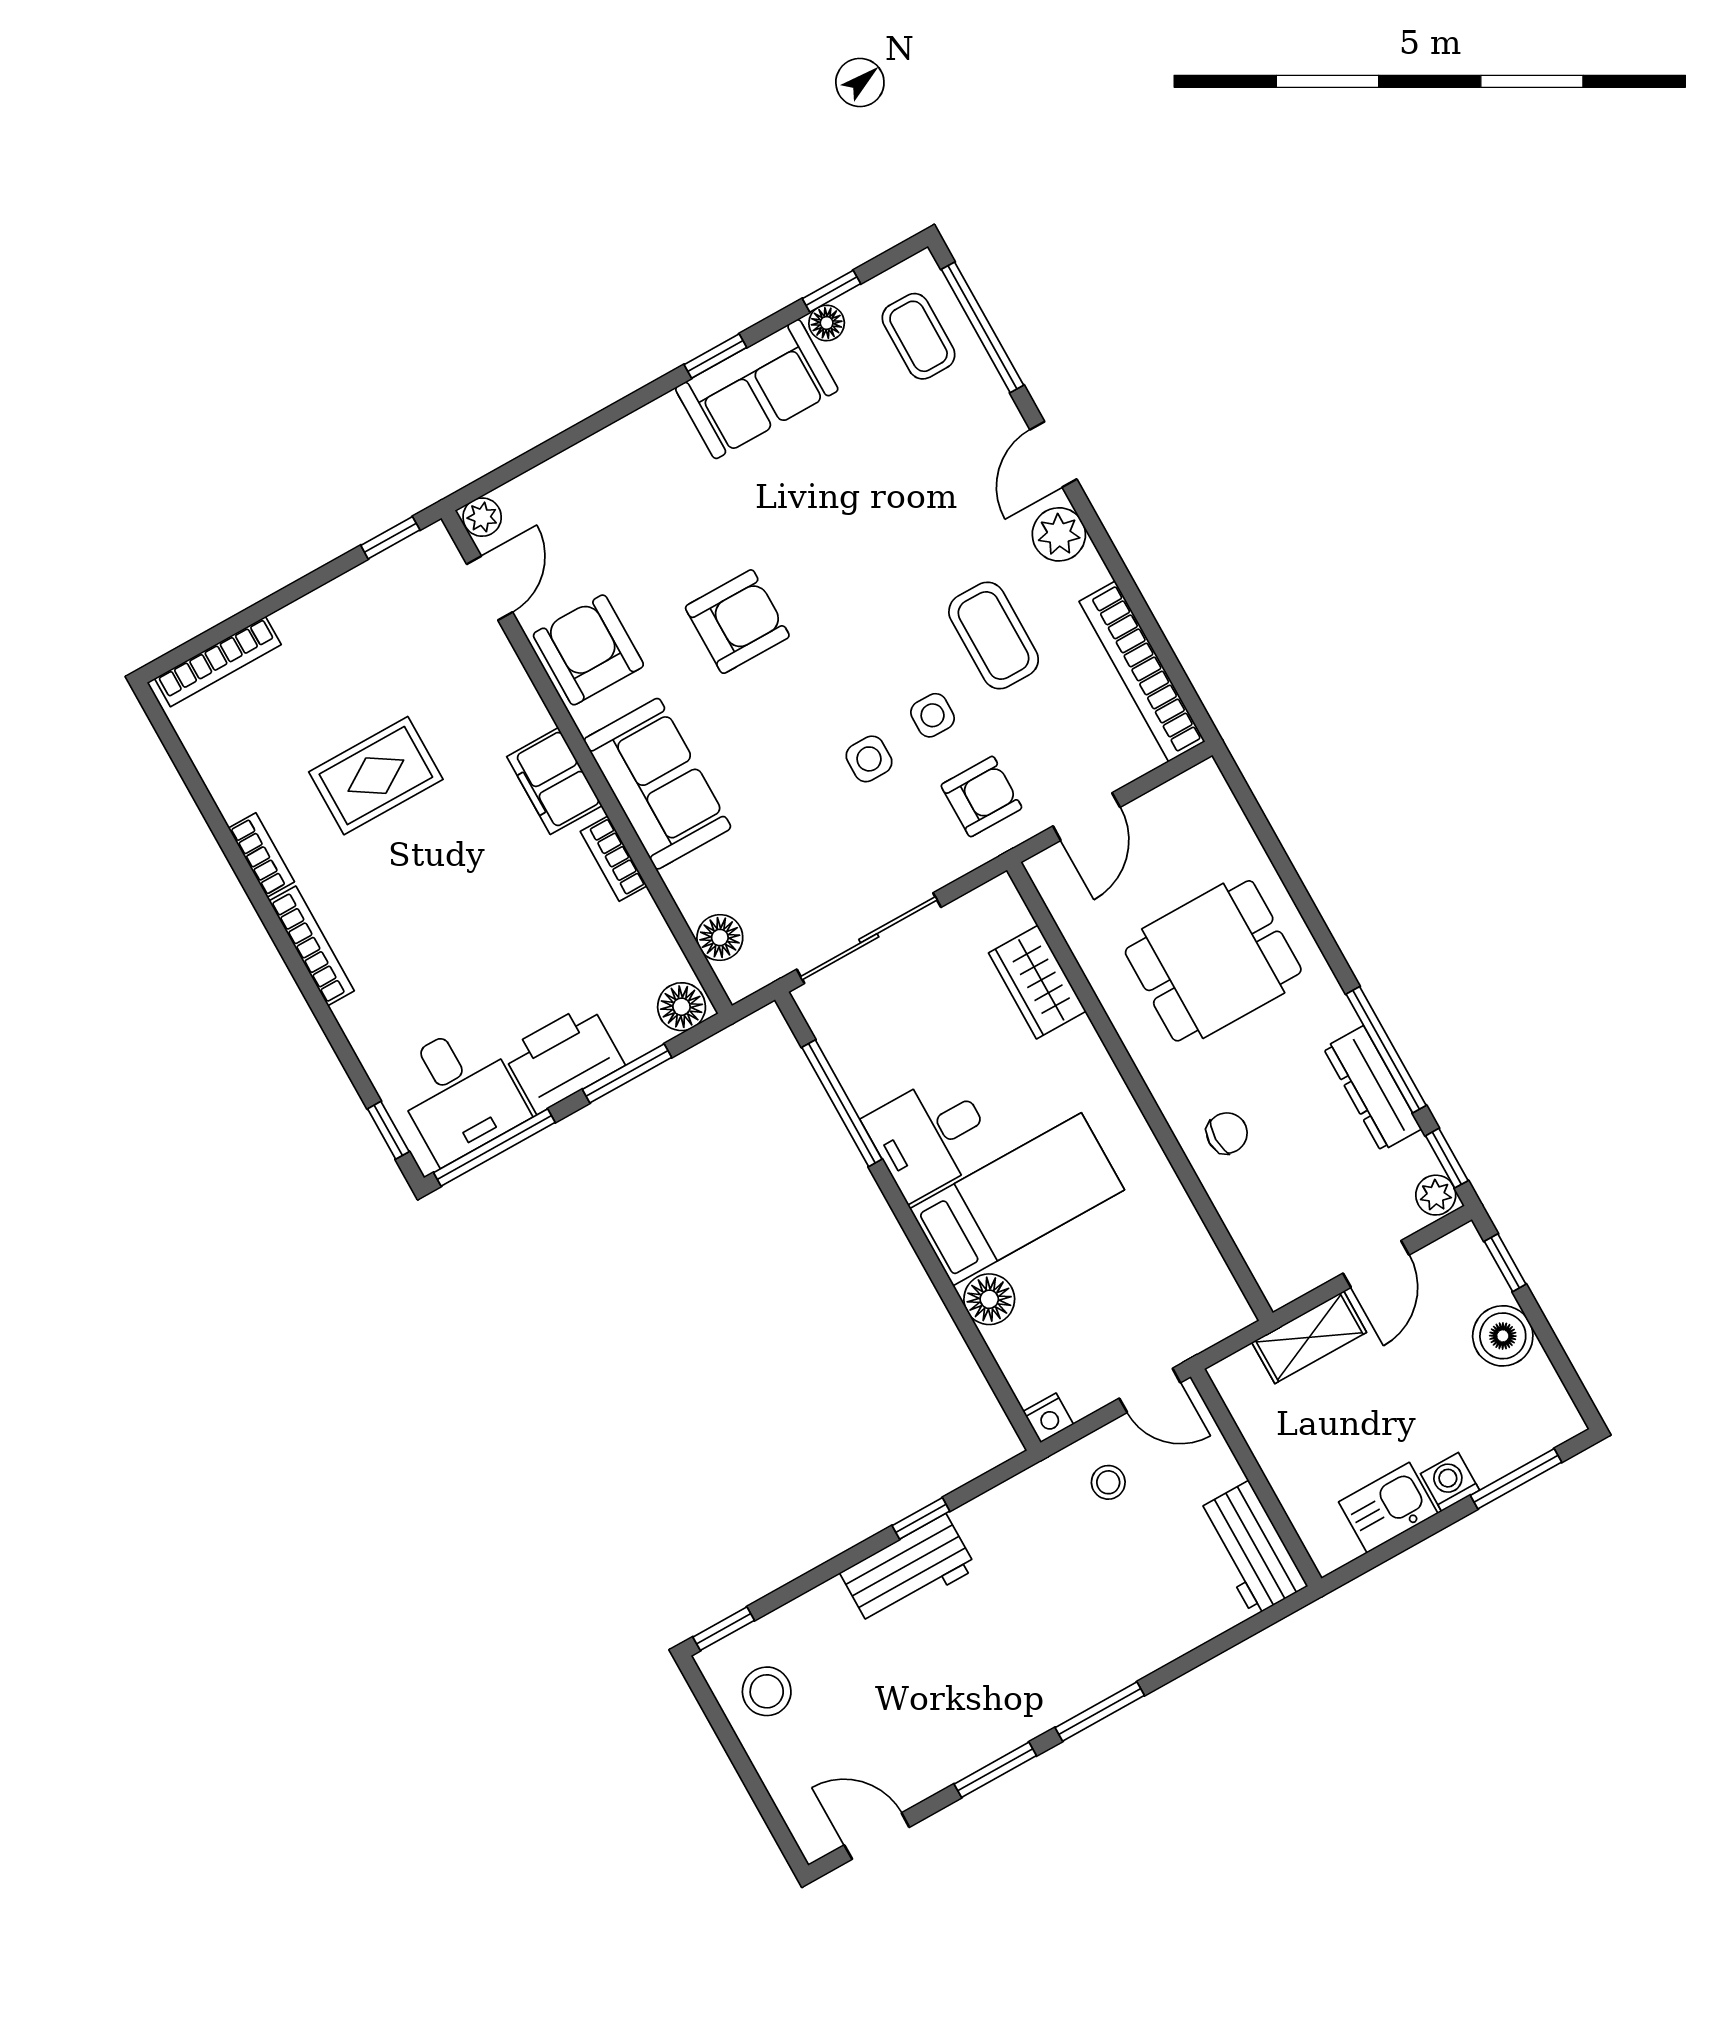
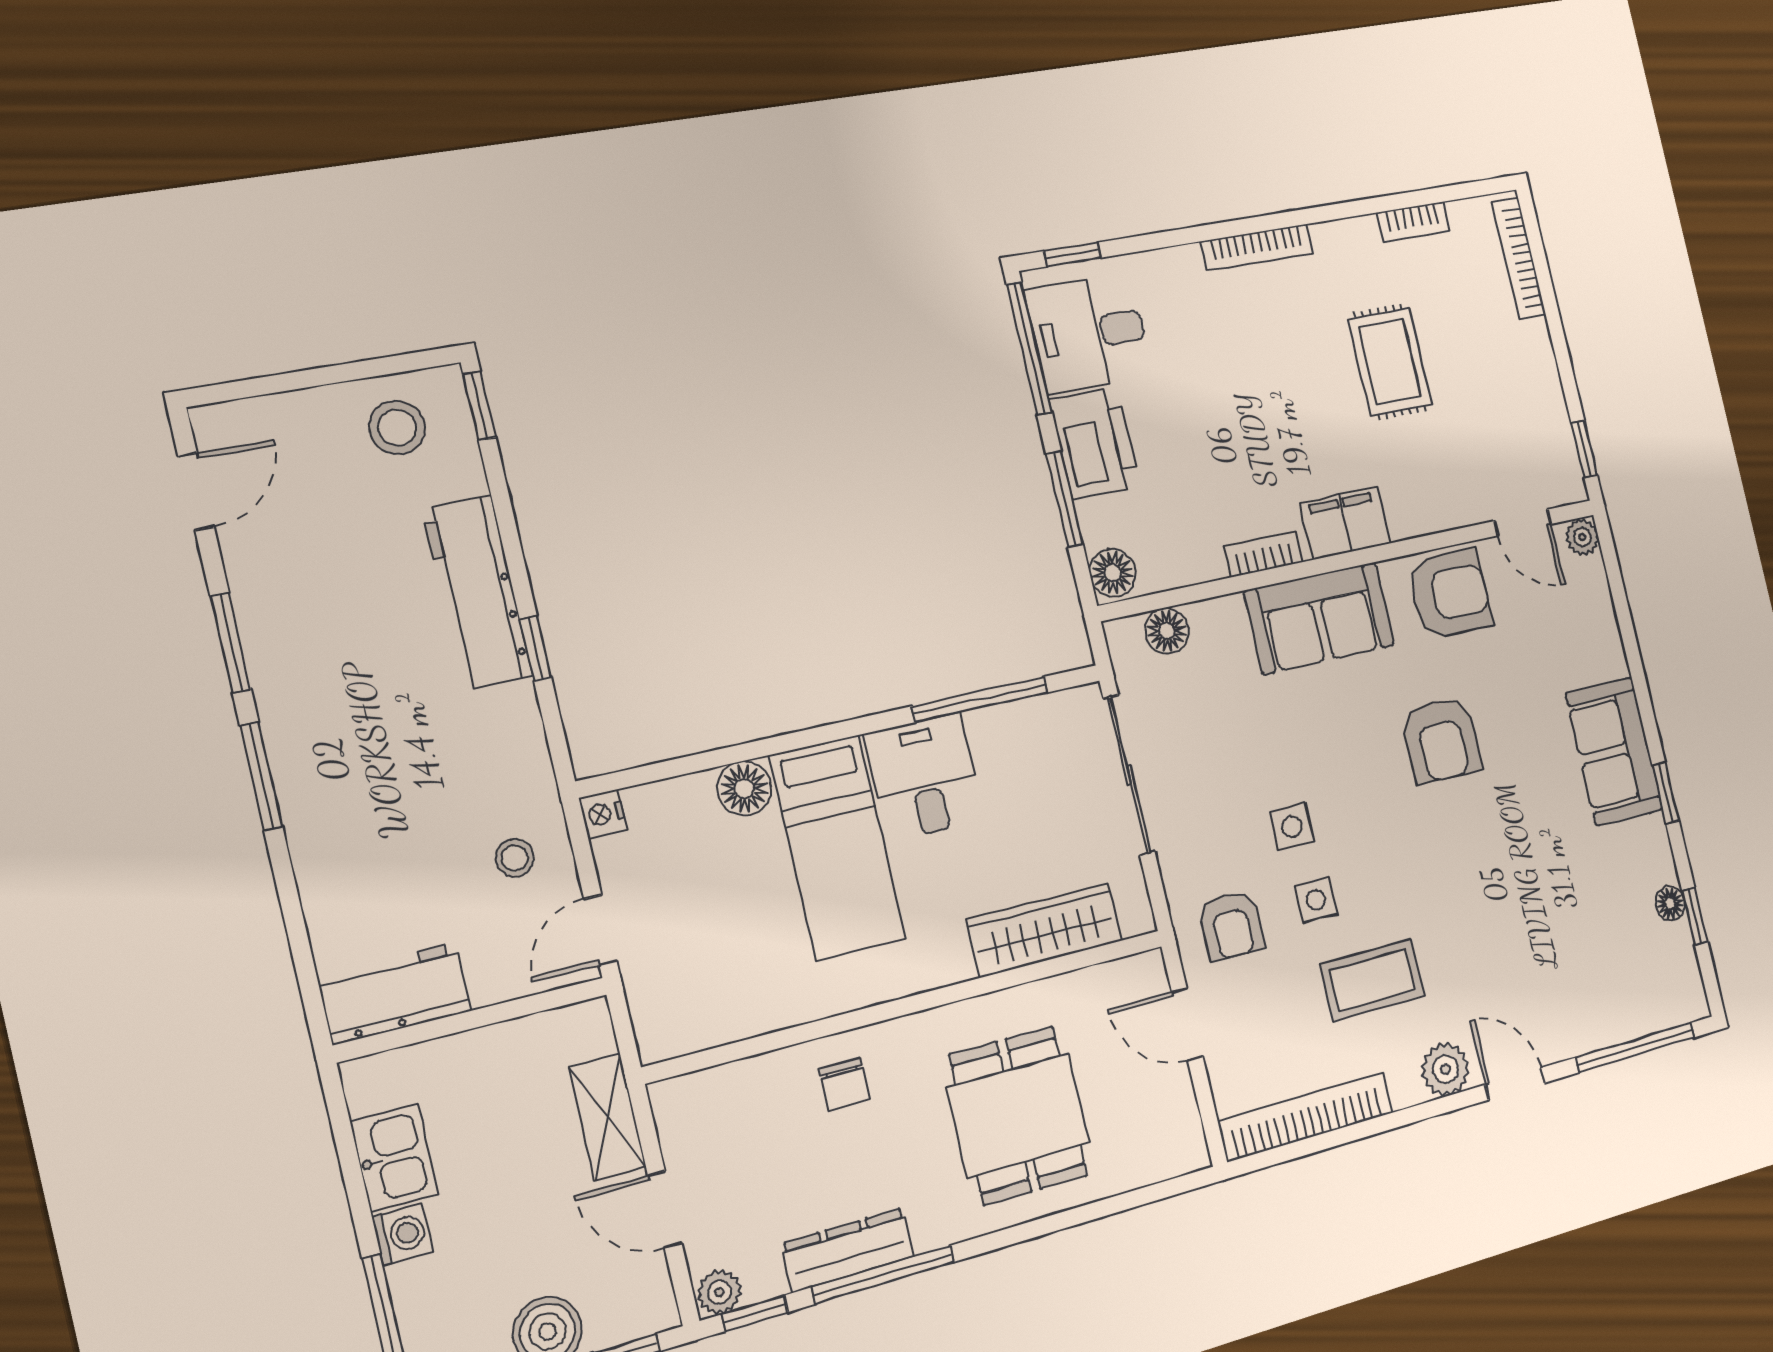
coffee table: (919, 336) -> (1641, 985), removed
sofa: (757, 389) -> (1614, 751), moved
bookcase: (261, 855) -> (1413, 222), moved
wardrobe: (1037, 982) -> (1045, 930), width x1.50
workbench: (908, 1571) -> (477, 593), width x1.38

